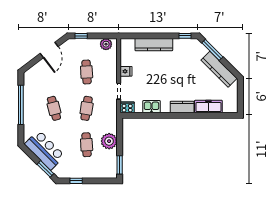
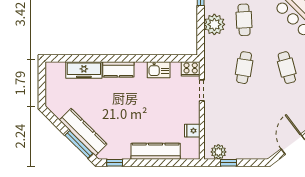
window: (81, 36) -> (228, 163), moved
kitchen counter: (219, 69) -> (83, 132), moved
fridge: (126, 71) -> (192, 131), moved
cafe table: (87, 72) -> (244, 115), removed

